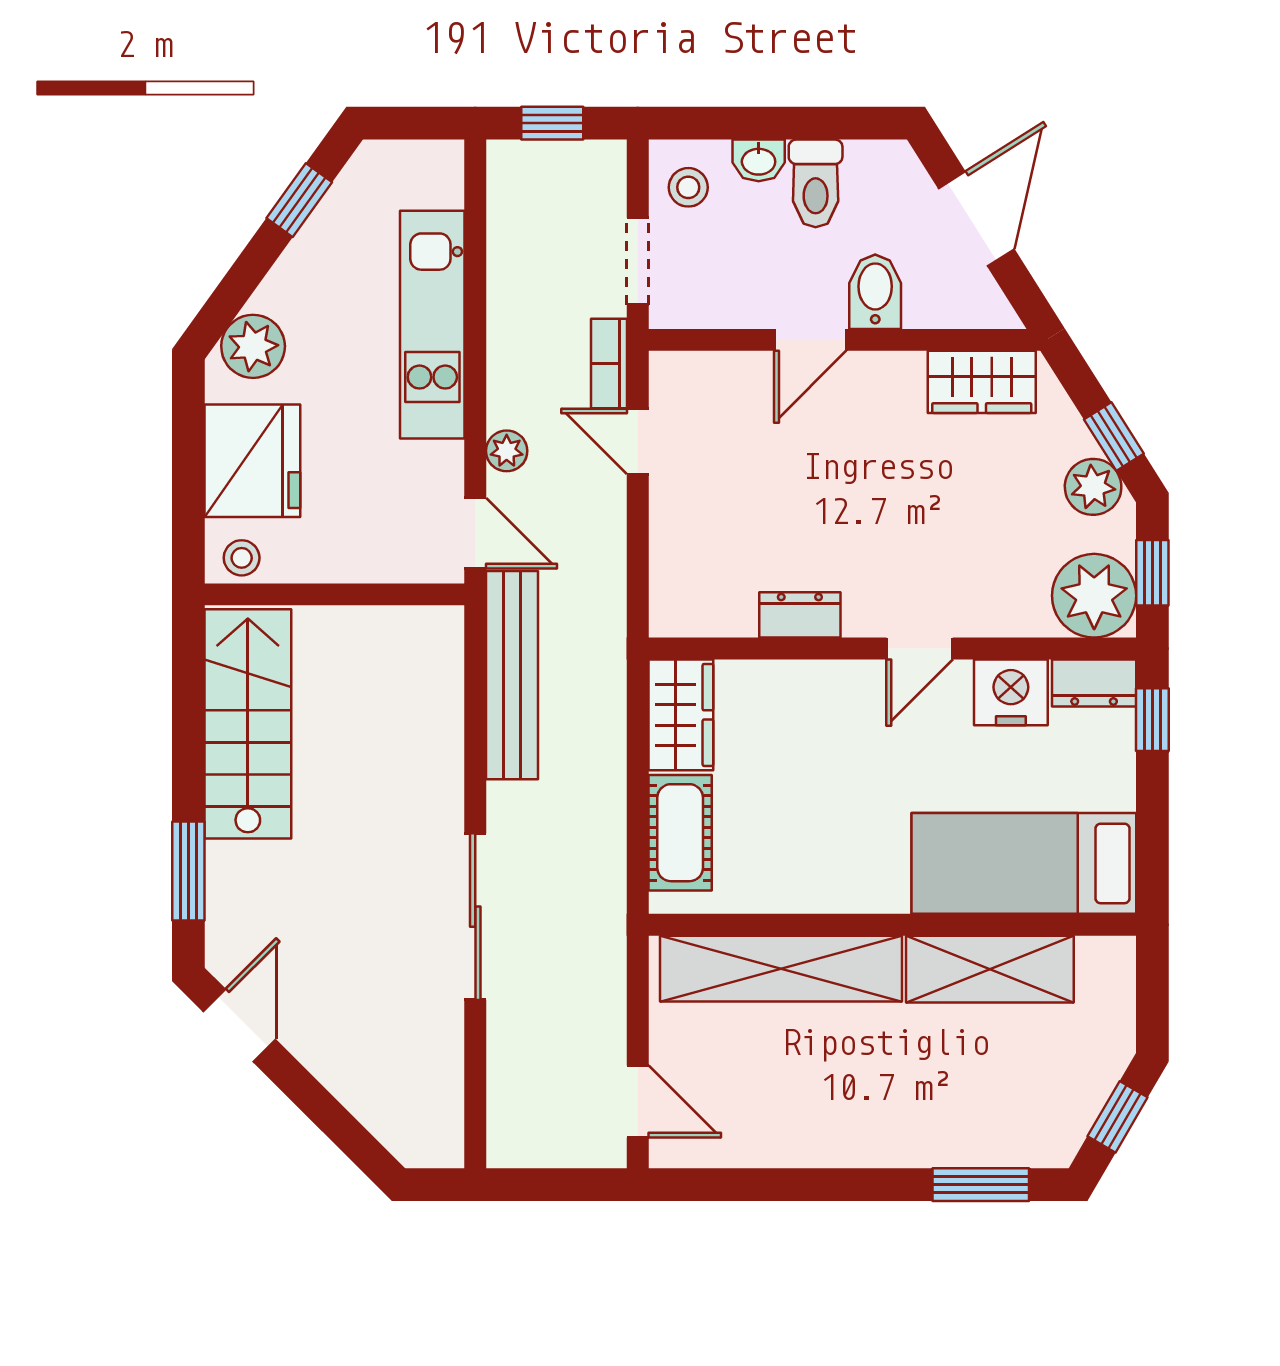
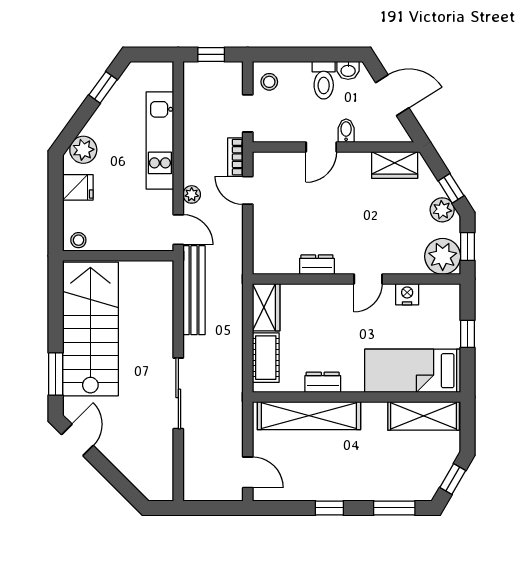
washbasin: (759, 160) -> (348, 70), moved
door: (976, 219) -> (392, 95), hinge flipped
bidet: (875, 292) -> (346, 131), width x0.72, depth x0.74
fridge: (252, 461) -> (78, 187), width x0.53, depth x0.75
dresser: (1094, 683) -> (323, 382), moved, turned 180
nightstand: (1011, 692) -> (407, 294), width x0.74, depth x0.75
window: (1152, 720) -> (468, 334), moved
stairs: (248, 724) -> (90, 329), width x1.36, depth x1.51
shelving: (990, 969) -> (424, 416), moved
window: (829, 1185) -> (329, 508), added

